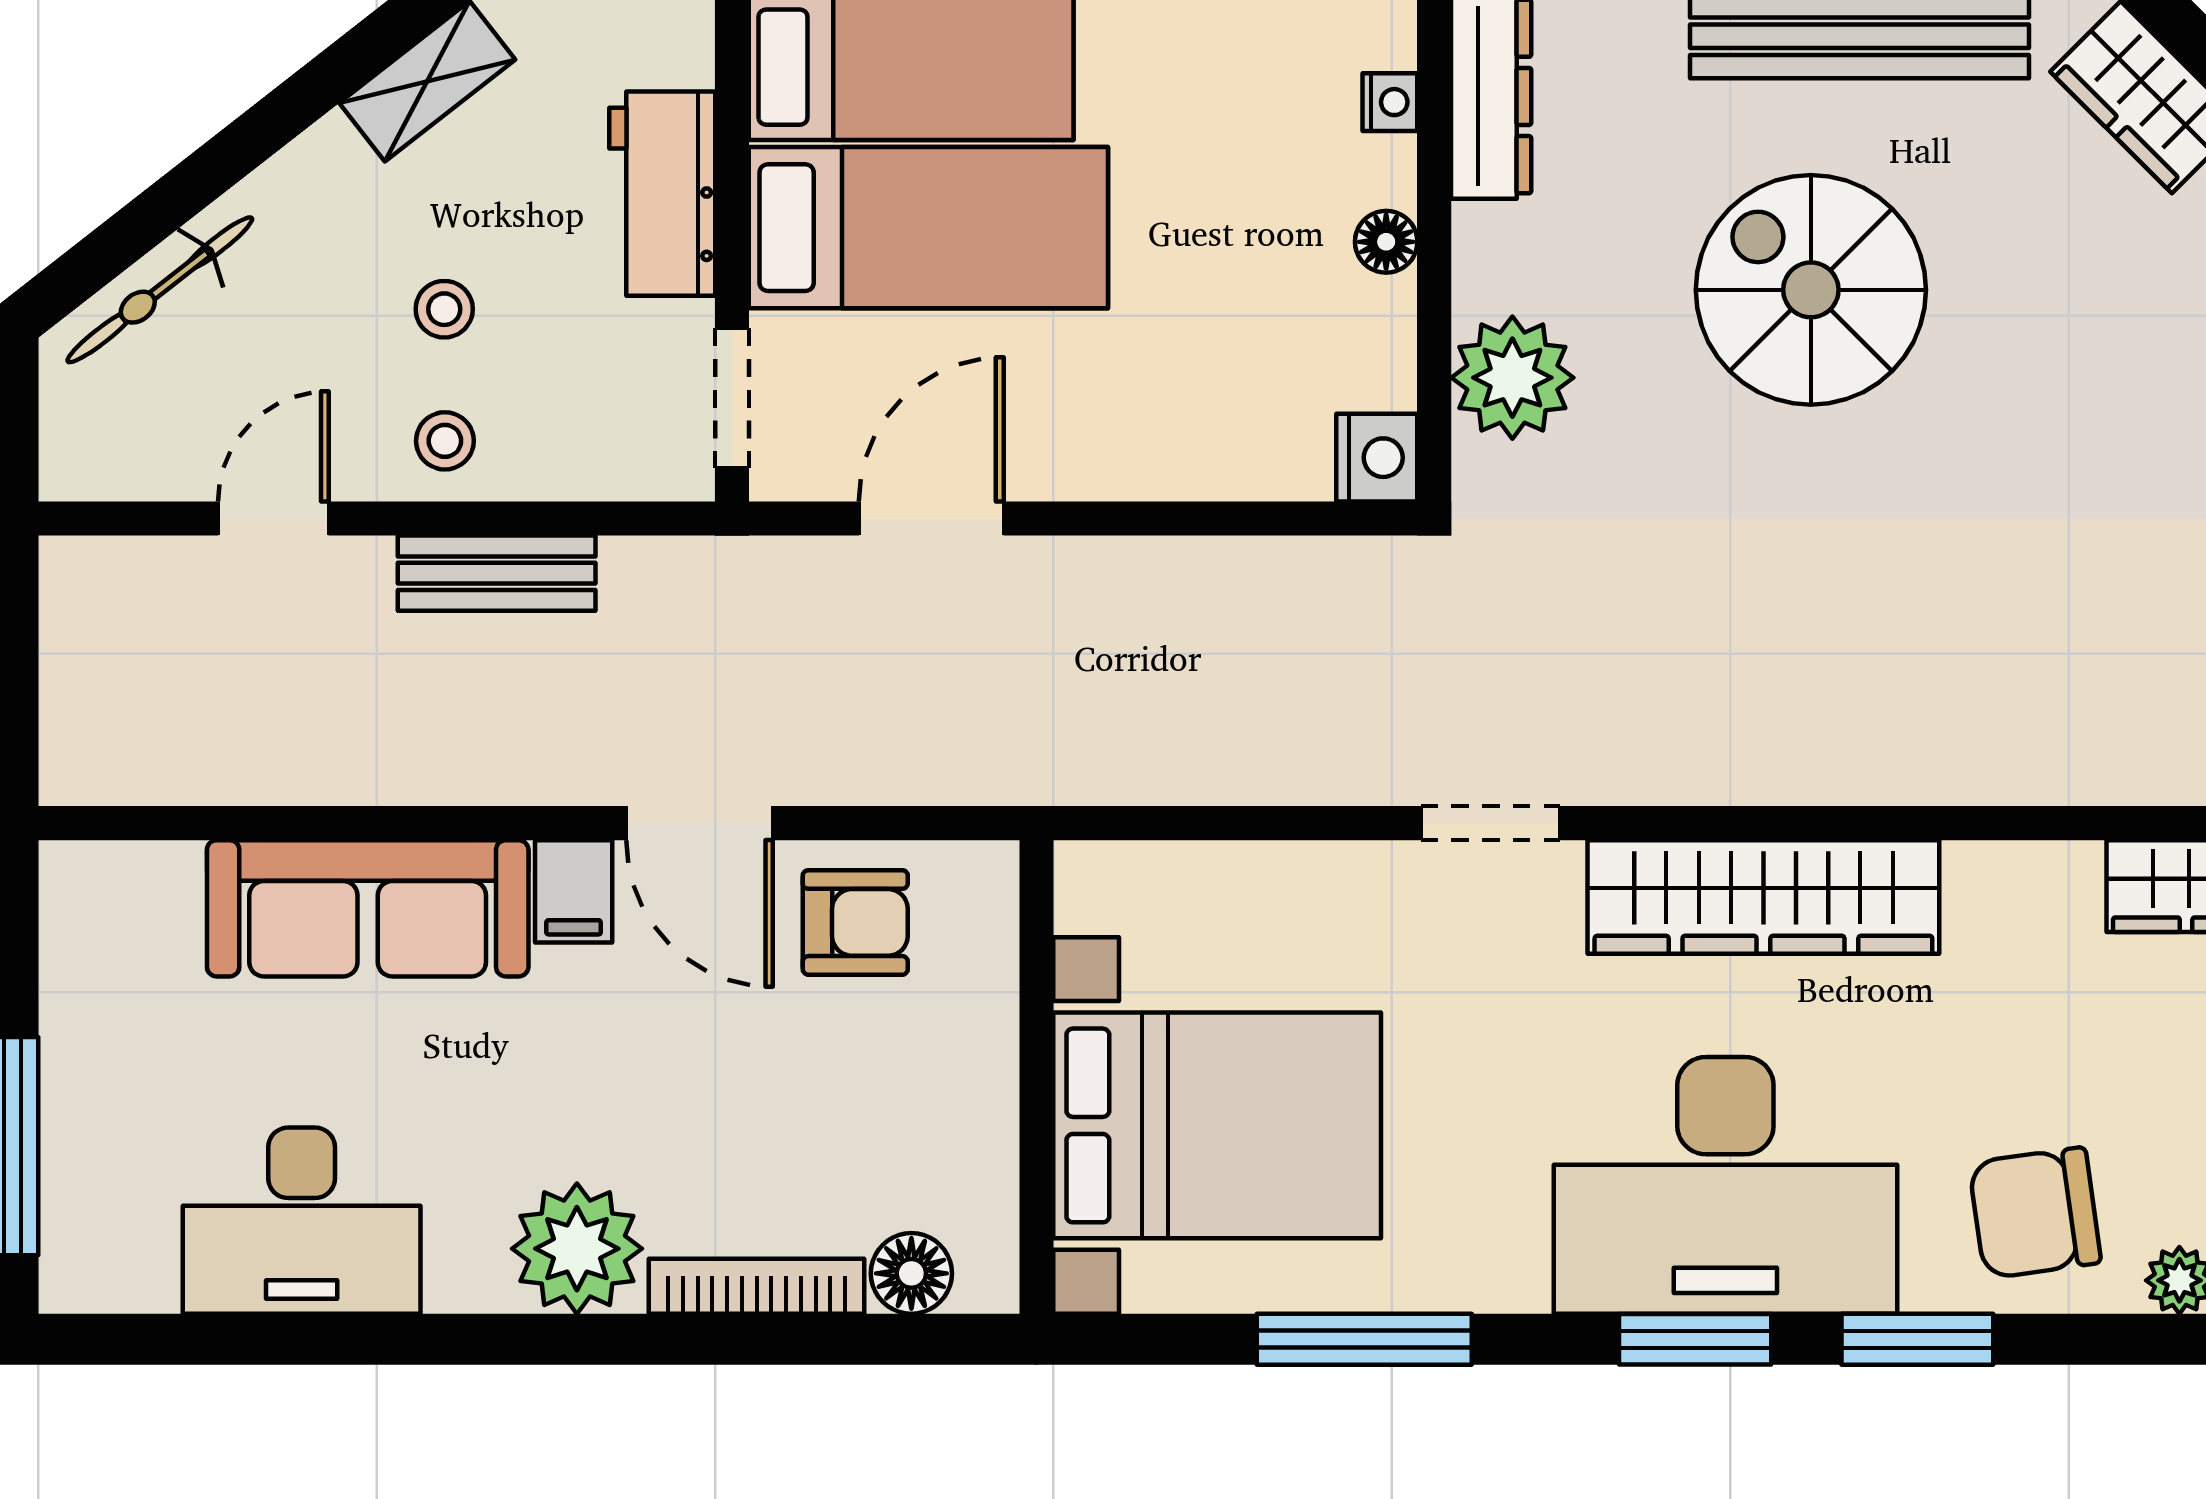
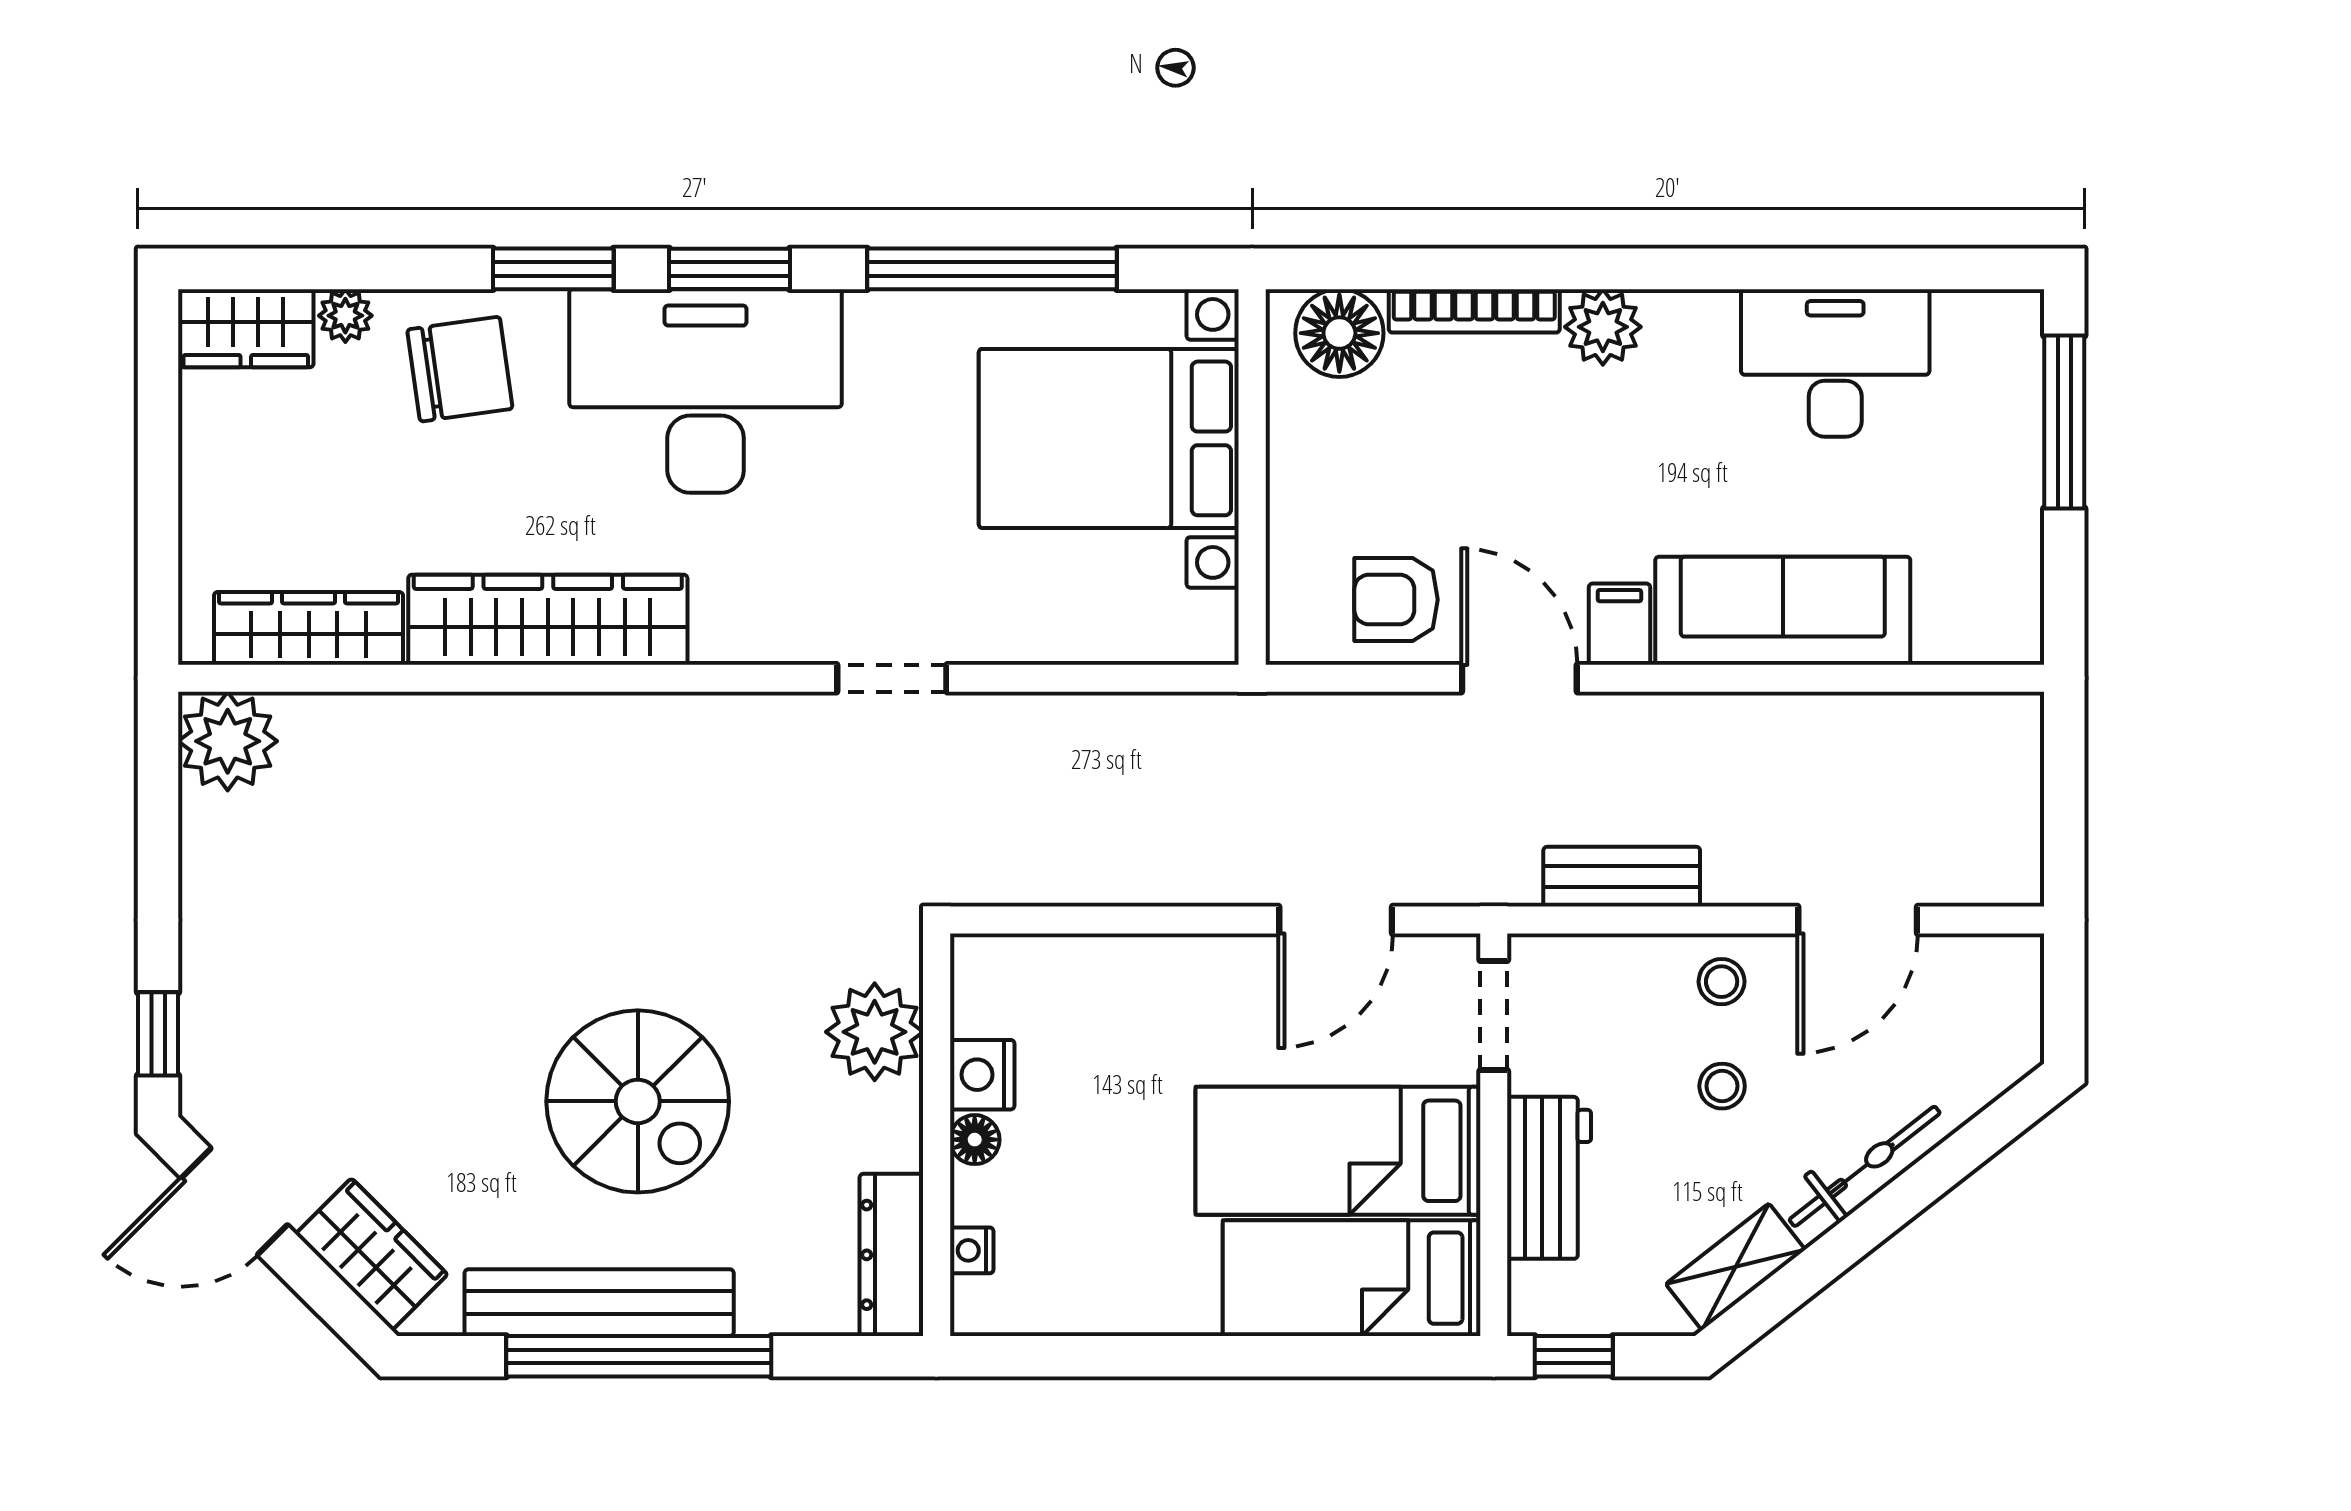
bicycle: (160, 290) -> (1865, 1166), moved
nightstand: (1377, 458) -> (982, 1075), moved
door: (273, 519) -> (1858, 920), width x1.38
bench: (497, 573) -> (1622, 877), moved
wardrobe: (1763, 897) -> (548, 620), moved
plant: (577, 1249) -> (1603, 327), width x0.73, depth x0.73
floor lamp: (911, 1273) -> (1339, 333), width x1.38, depth x1.38
window: (1364, 1339) -> (992, 269), width x1.46

